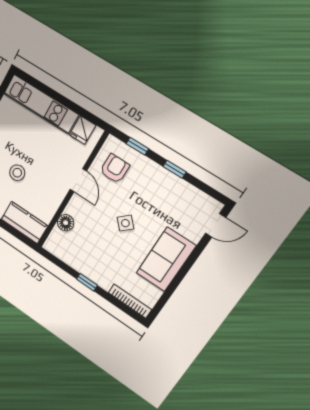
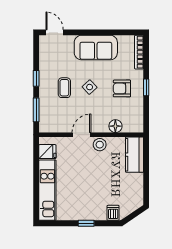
window: (137, 146) -> (36, 110), width x1.50
armchair: (115, 169) -> (122, 88), moved
stool: (17, 173) -> (100, 145), moved
coffee table: (143, 195) -> (64, 88), added

